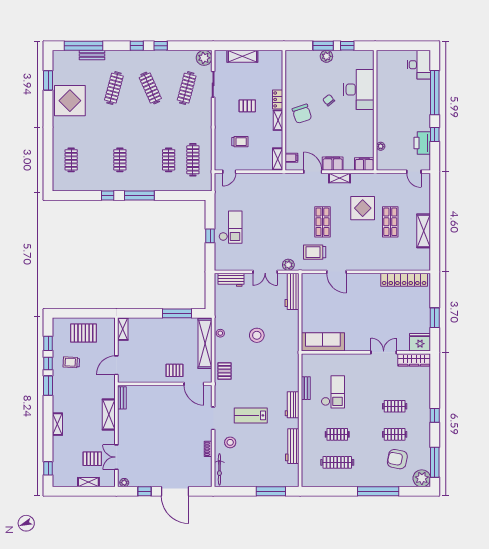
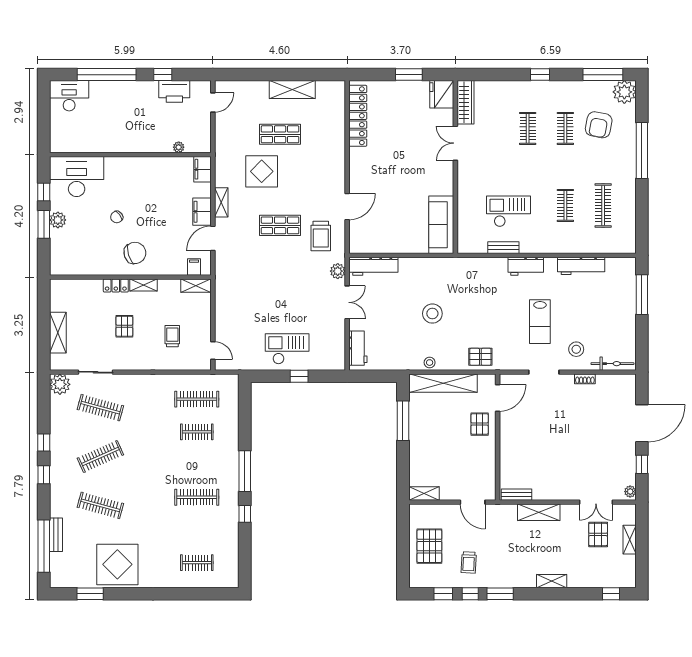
desk: (359, 90) -> (77, 176), moved
clothes rail: (120, 160) -> (197, 497), width x1.36

